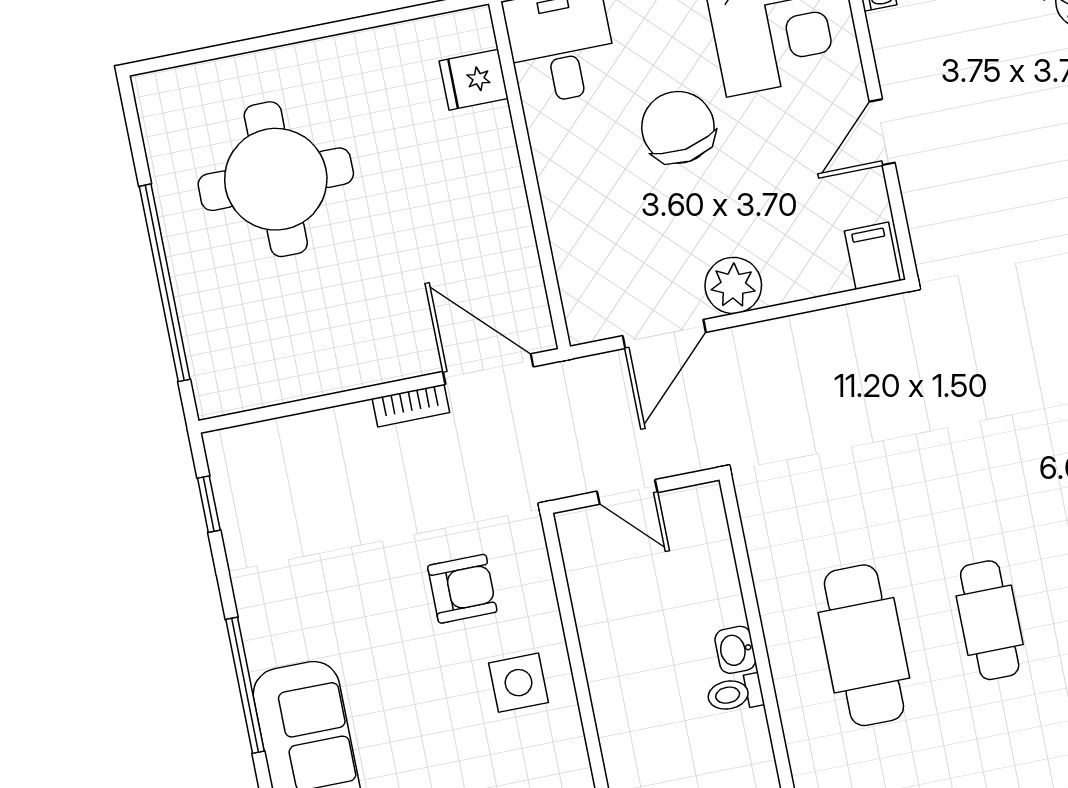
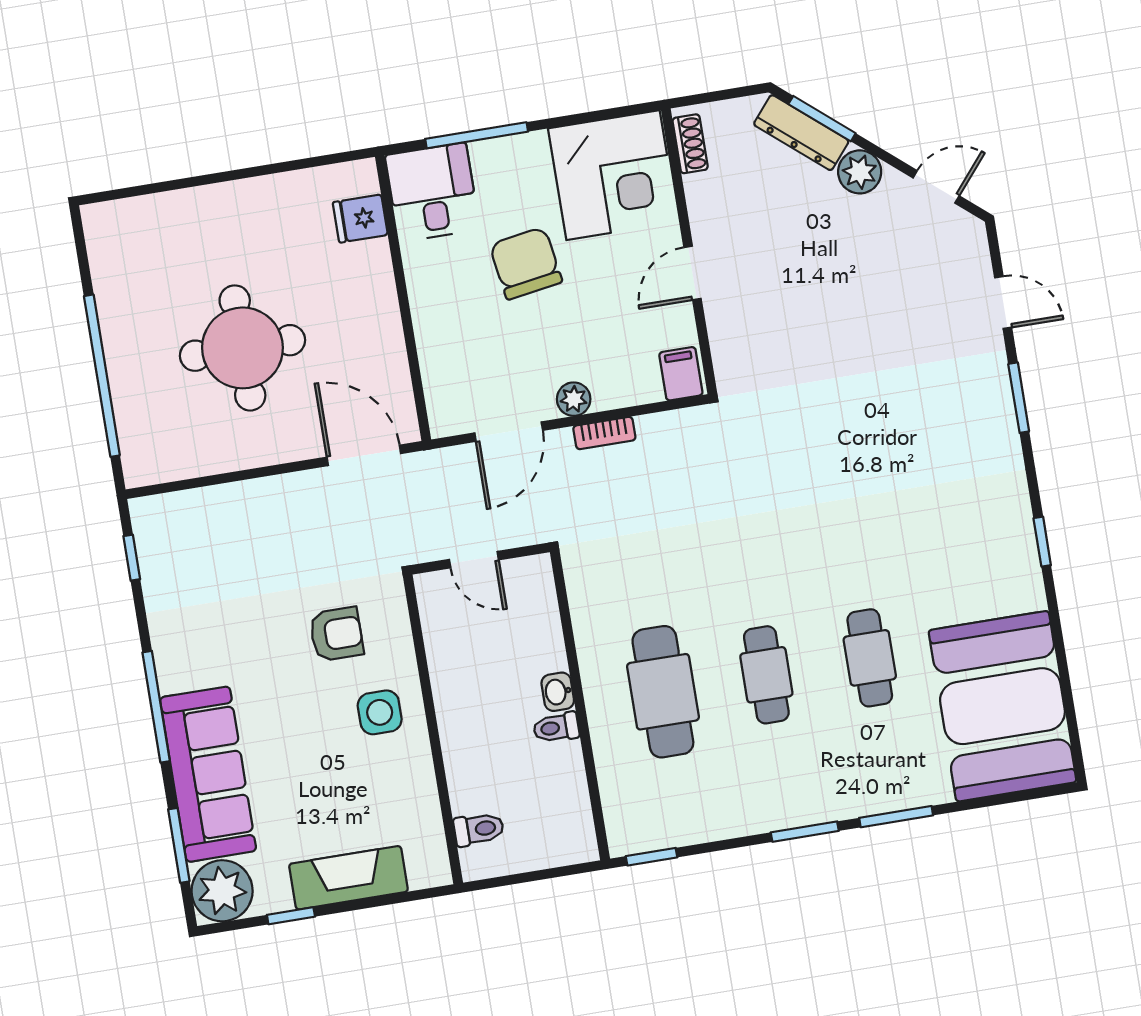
round table: (276, 179) -> (242, 348), moved
plant: (733, 285) -> (574, 399), width x0.73, depth x0.73
bookcase: (411, 406) -> (604, 433), moved

